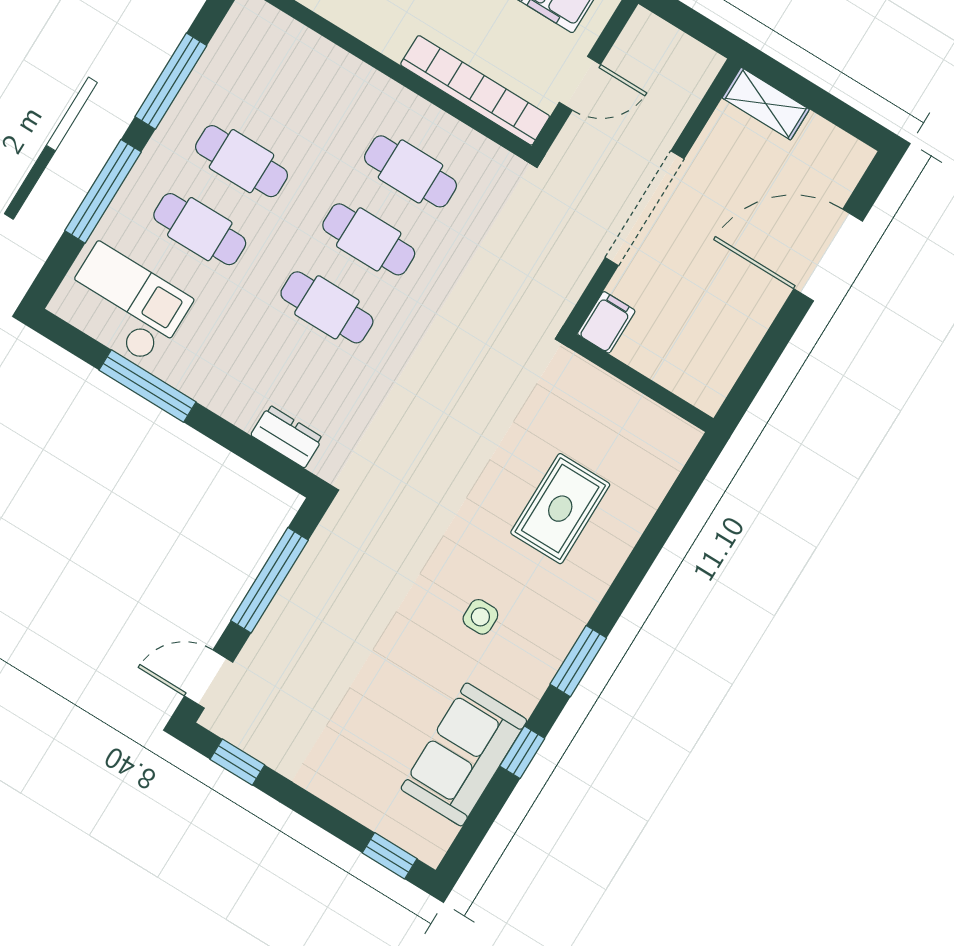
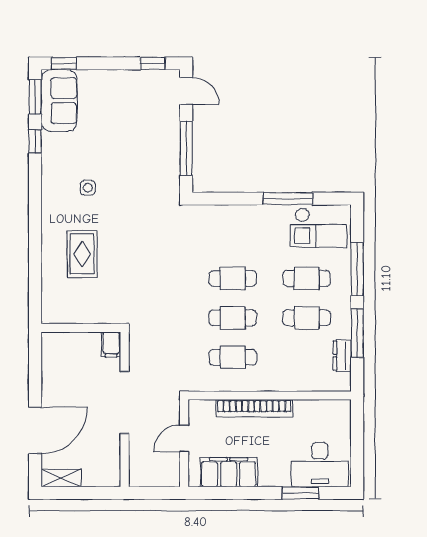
bookcase: (475, 90) -> (254, 408), moved
shelving: (766, 104) -> (61, 478), moved
dresser: (287, 436) -> (342, 356), moved, turned 90
window: (578, 661) -> (35, 97), moved
door: (209, 679) -> (186, 91), hinge flipped
sofa: (464, 754) -> (59, 101), moved

